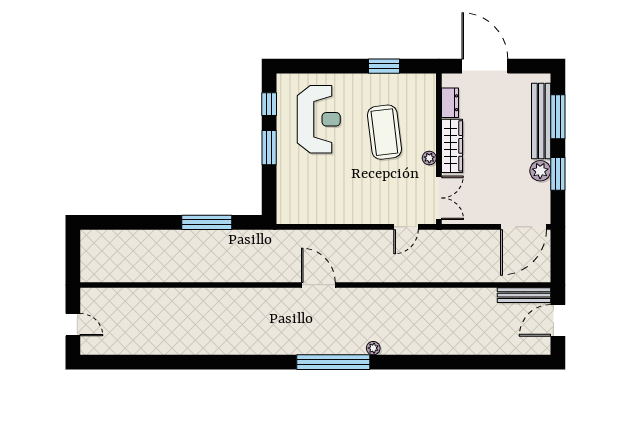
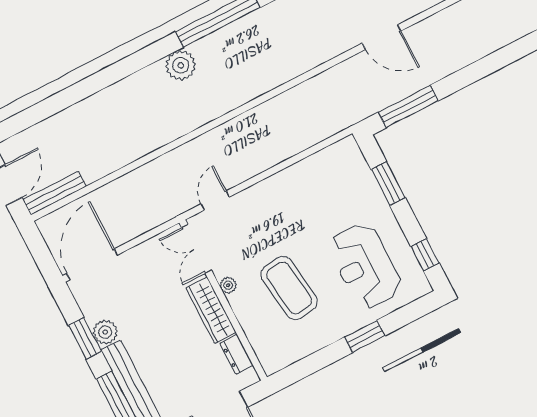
window: (384, 66) -> (365, 336), moved
window: (269, 148) -> (388, 183), moved
window: (207, 222) -> (408, 106), moved
door: (318, 285) -> (382, 37), moved
plant: (373, 348) -> (181, 65), width x1.88, depth x1.88

